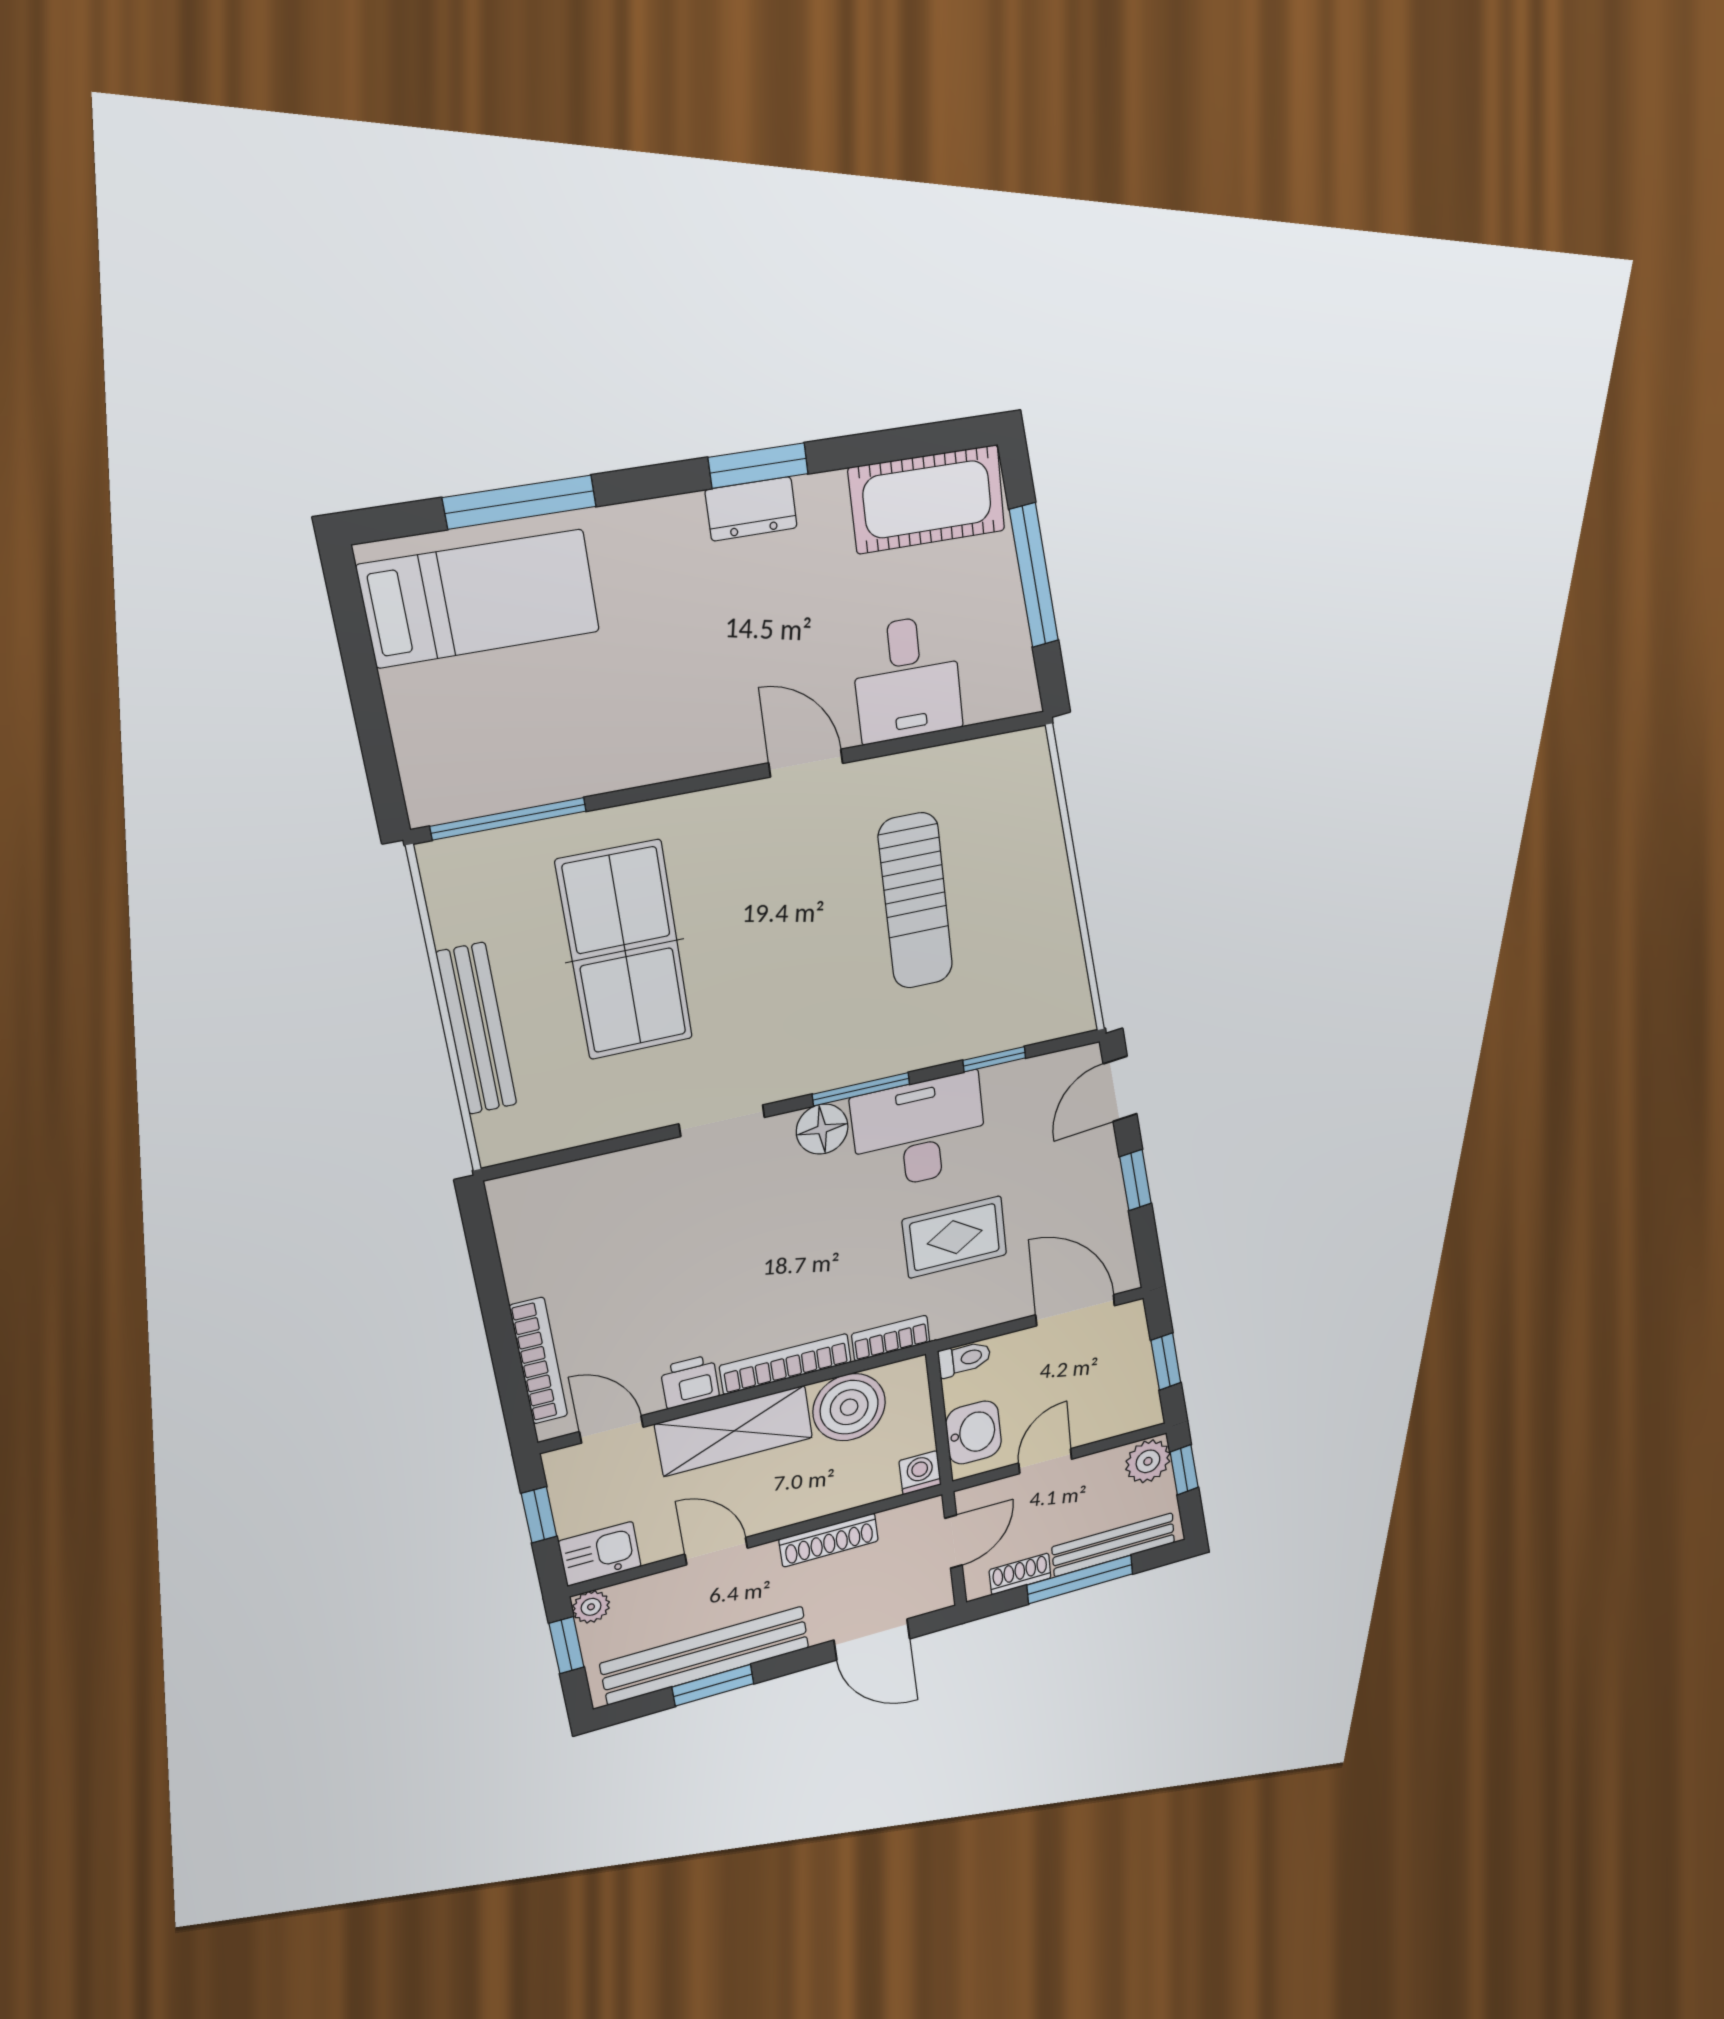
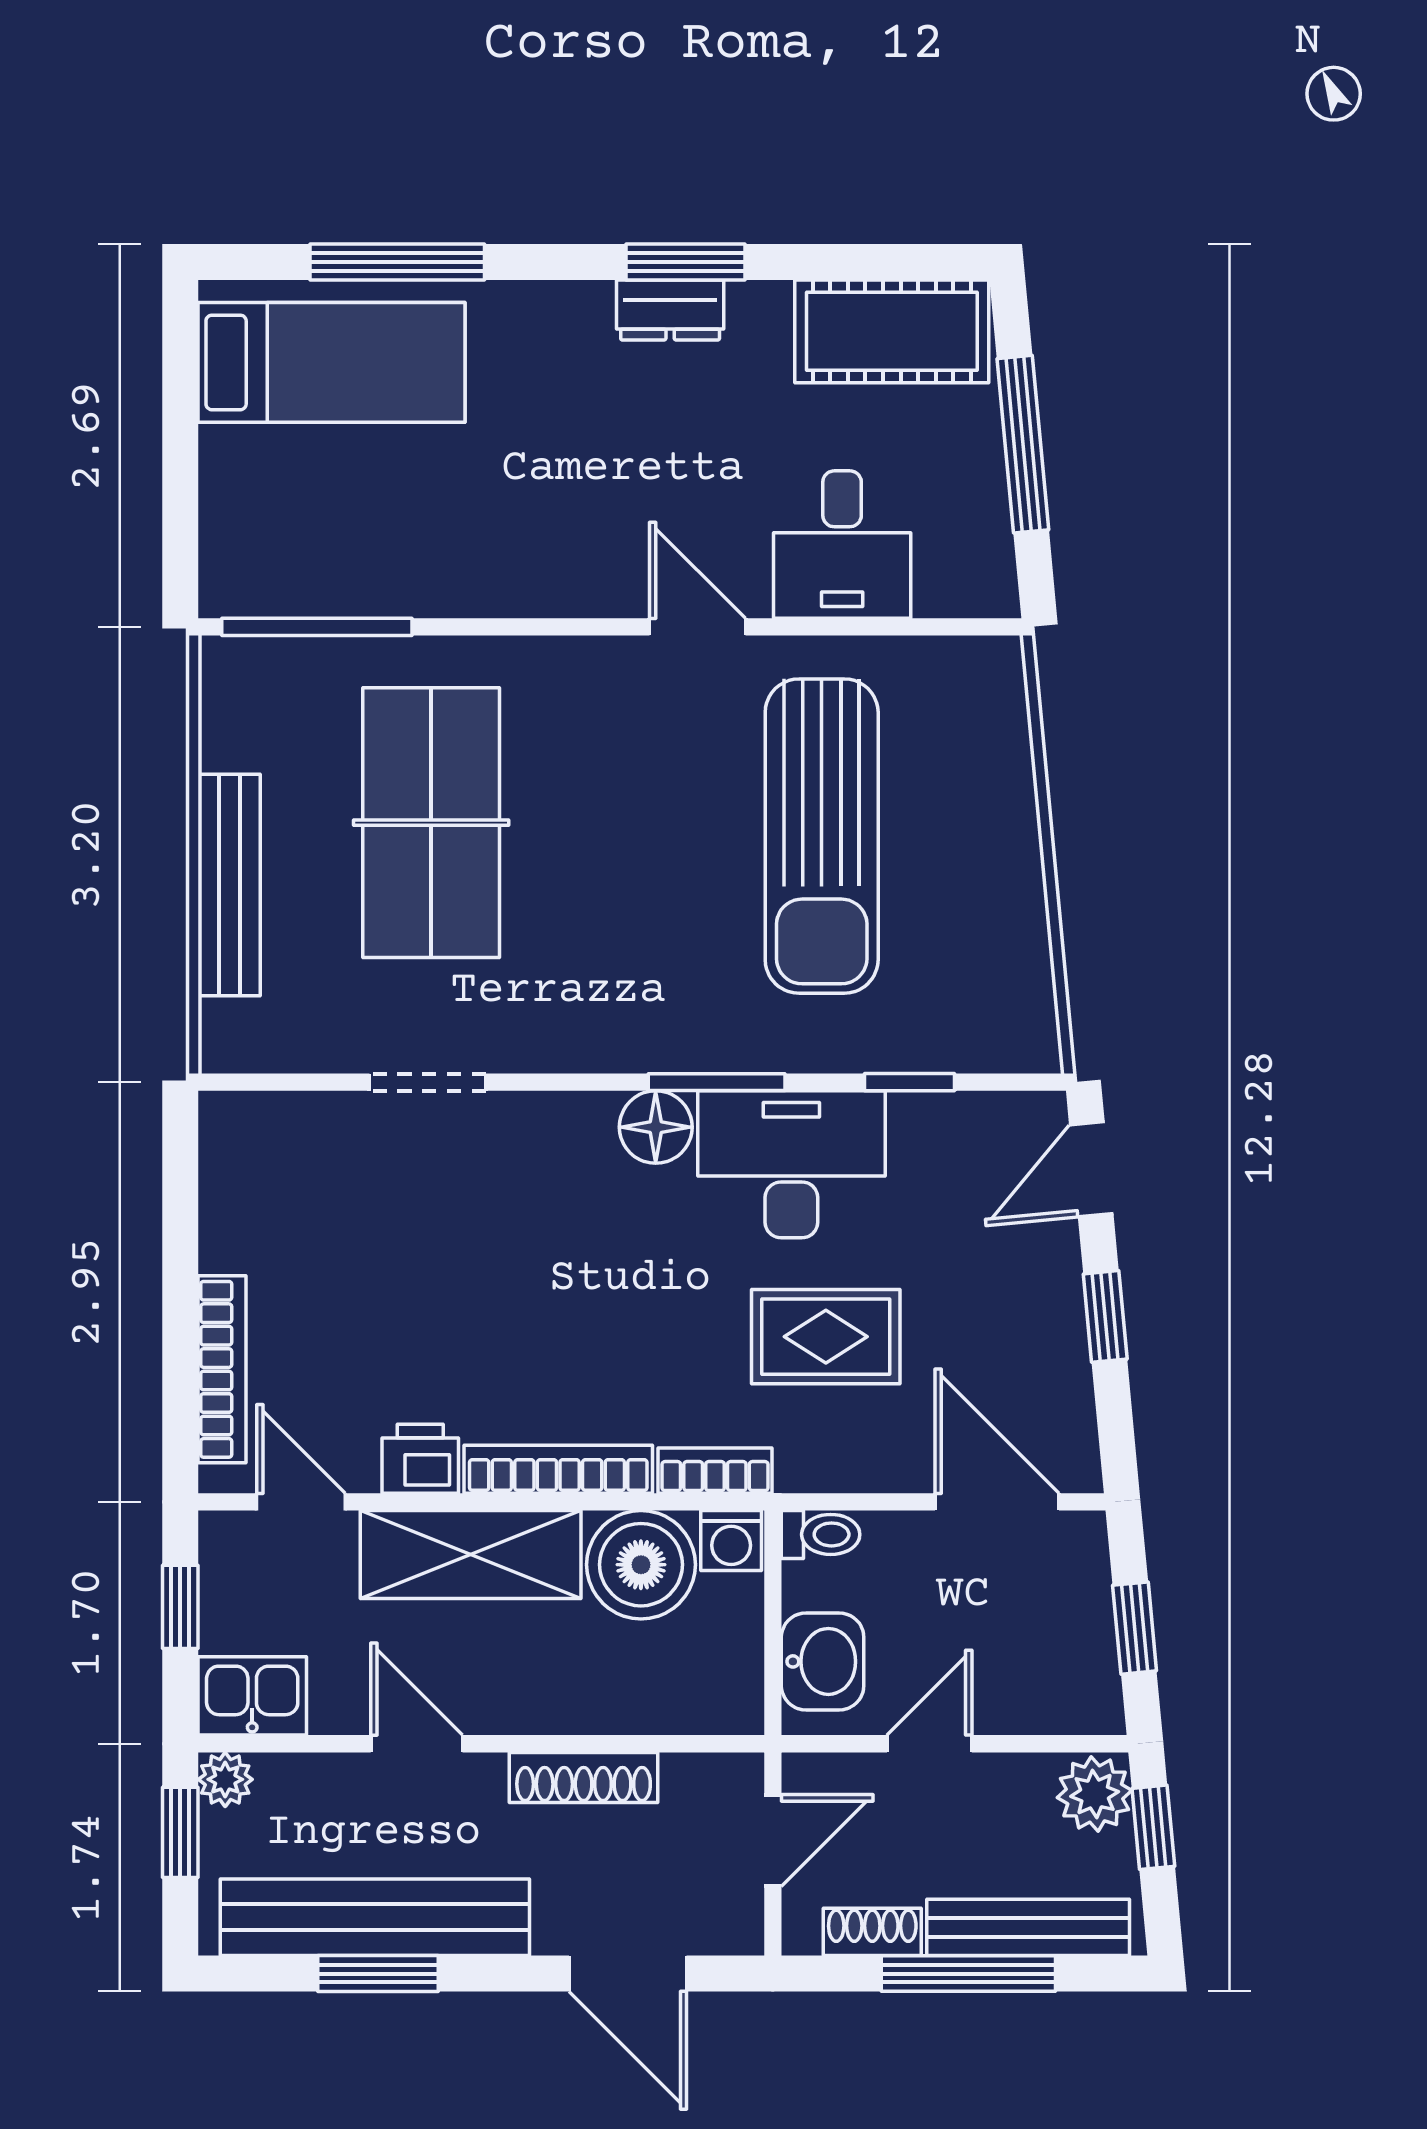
sun lounger: (916, 901) -> (822, 836), width x1.36, depth x1.34
doorway: (722, 1121) -> (428, 1082), moved
washing machine: (920, 1473) -> (731, 1541), moved, turned 180

